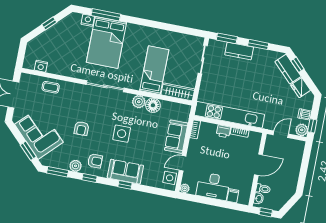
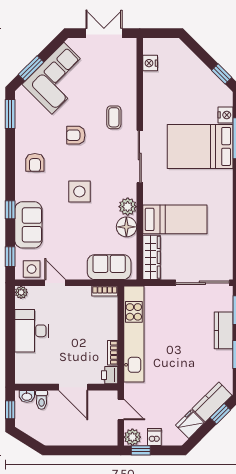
window: (49, 23) -> (222, 74), moved
sliding door: (203, 59) -> (202, 283), width x1.37
coffee table: (51, 87) -> (114, 117), moved
printer: (223, 131) -> (110, 375), moved
sofa: (176, 137) -> (109, 267), moved
plant: (76, 166) -> (23, 137), removed
sofa: (125, 172) -> (28, 225), moved
window: (90, 178) -> (10, 257), moved
filing cabinet: (233, 196) -> (24, 360), removed

